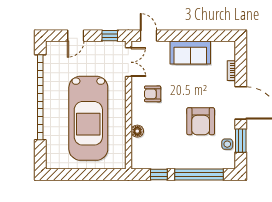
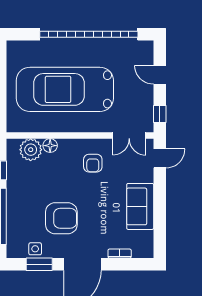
armchair: (153, 94) -> (93, 163), turned 180
armchair: (201, 121) -> (61, 218), turned 180
plant: (141, 148) -> (31, 150), added

